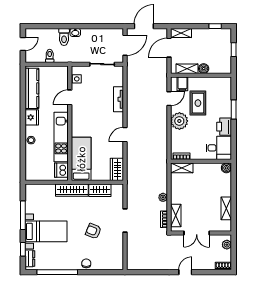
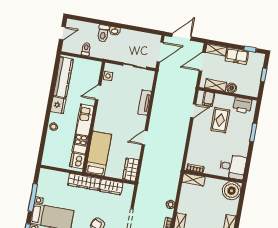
freezer: (203, 35) -> (237, 56), added
plant: (179, 121) -> (199, 134), removed
printer: (224, 127) -> (242, 105), moved, turned -90
boiler: (226, 168) -> (231, 191), width x1.86, depth x1.86

